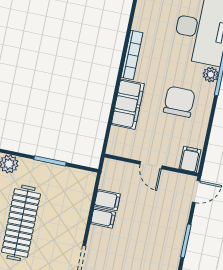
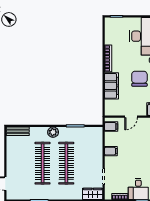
door: (151, 165) -> (131, 117), hinge flipped
filing cabinet: (107, 200) -> (111, 127), moved

